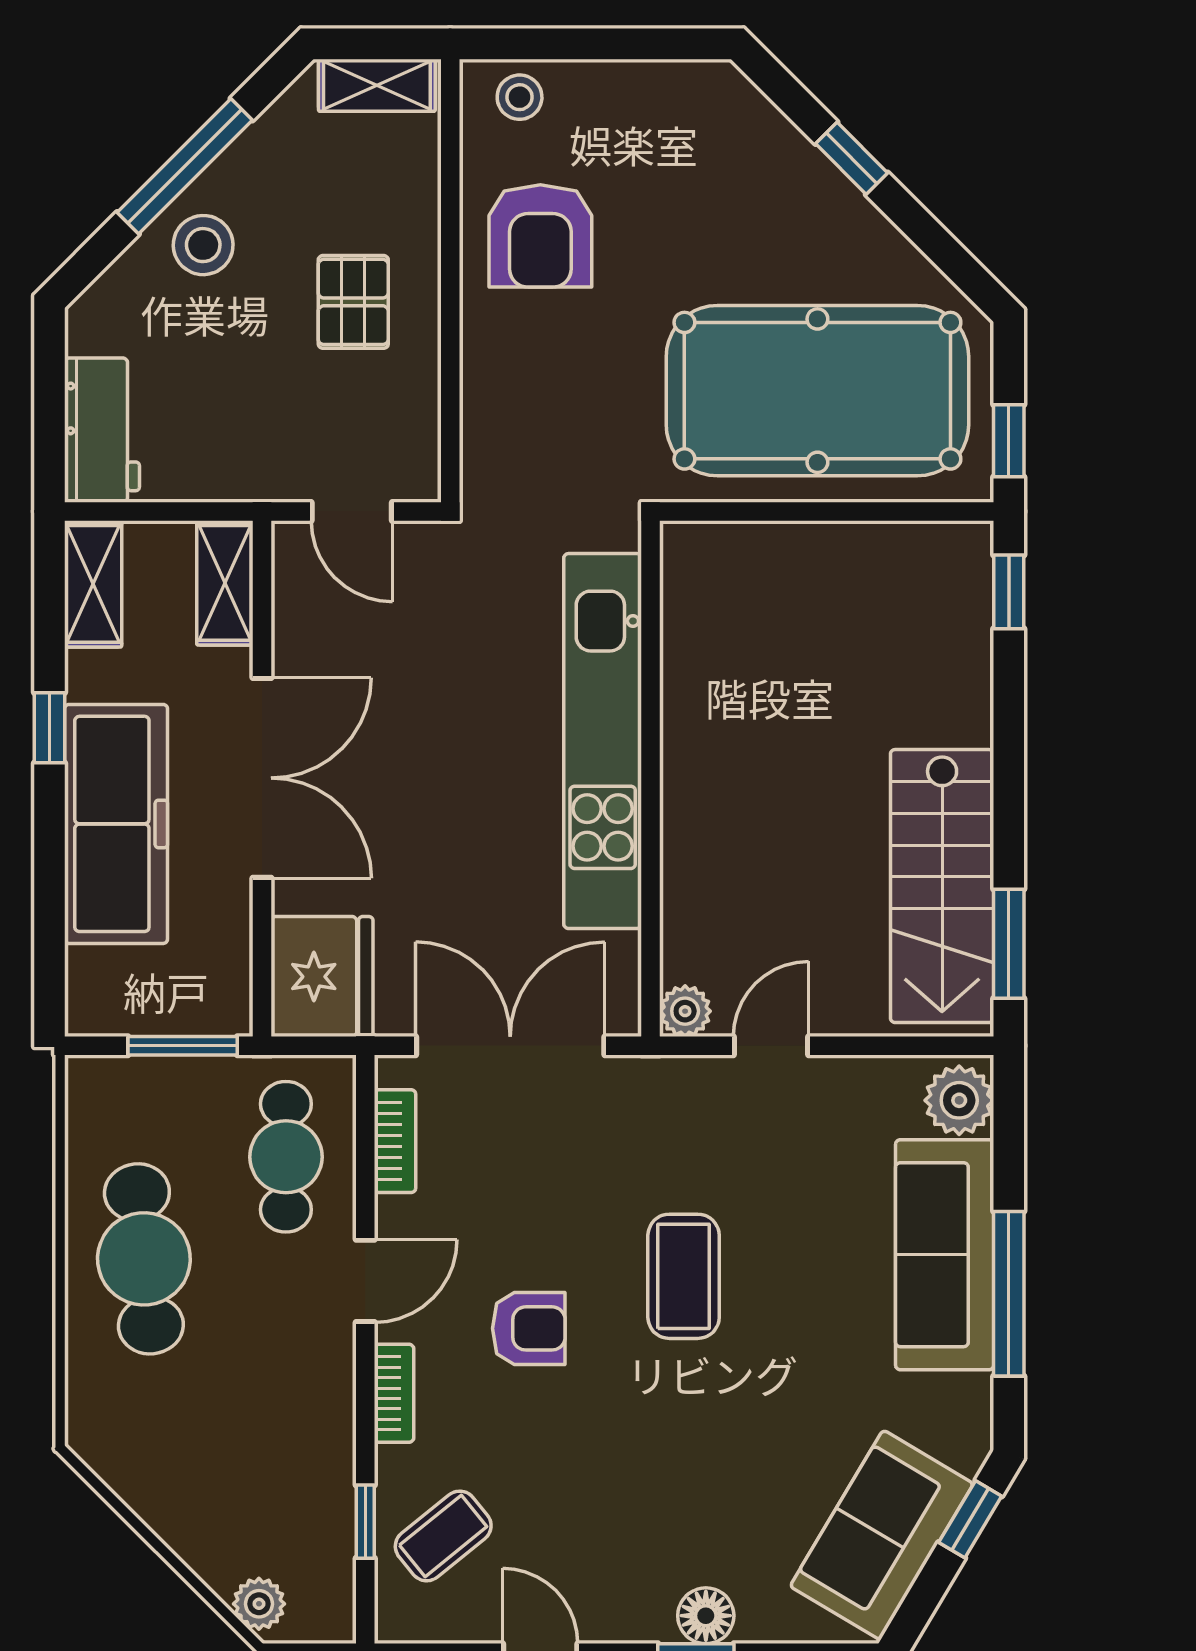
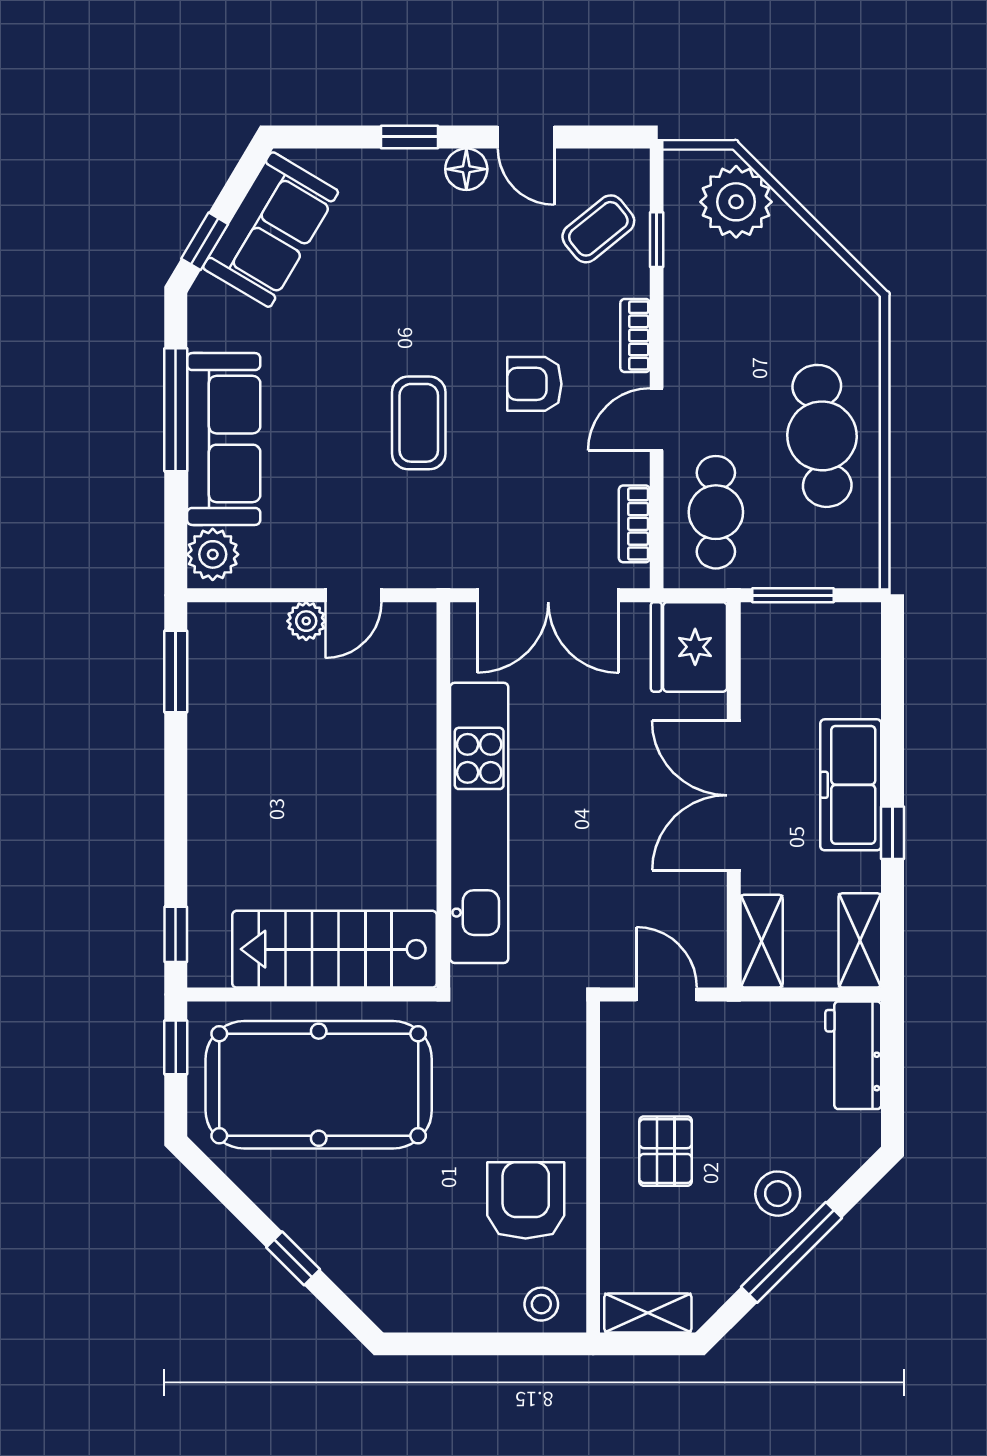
freezer: (116, 824) -> (851, 785), width x0.73, depth x0.79
stairs: (942, 886) -> (335, 949), moved, turned -90
plant: (685, 1011) -> (306, 621), moved
plant: (259, 1604) -> (736, 202), width x1.88, depth x1.88
floor lamp: (706, 1616) -> (466, 169), moved

